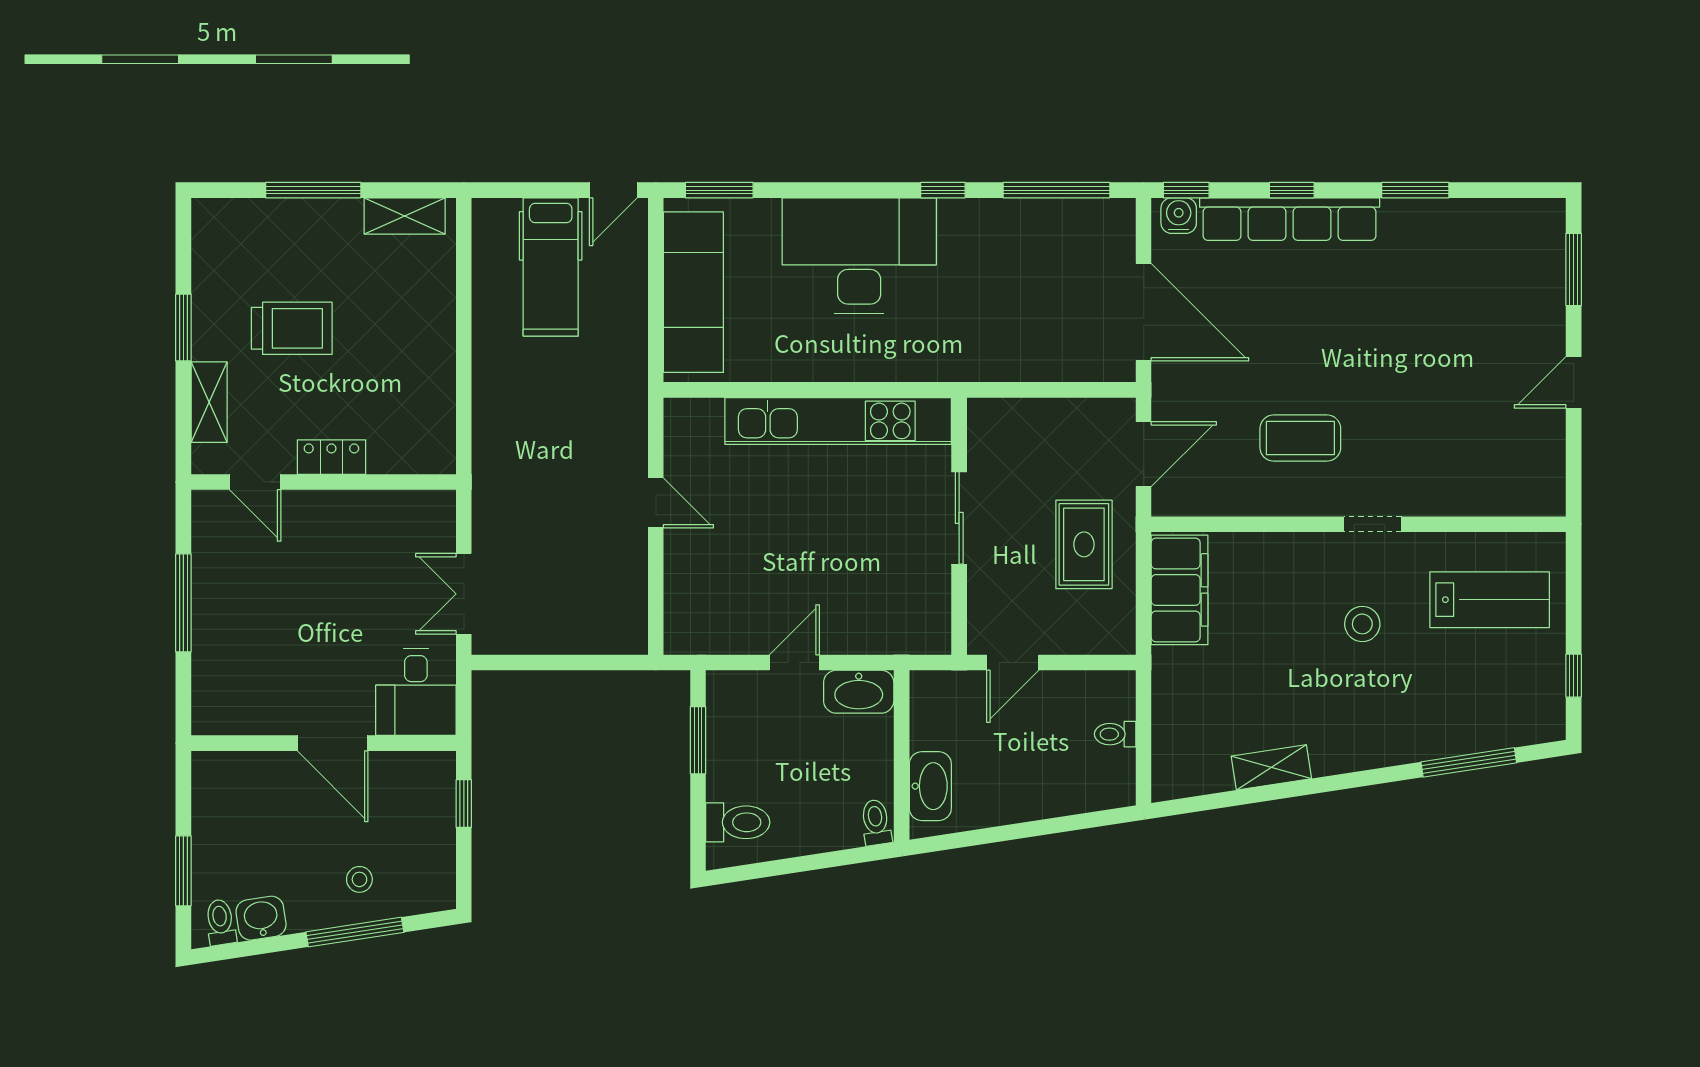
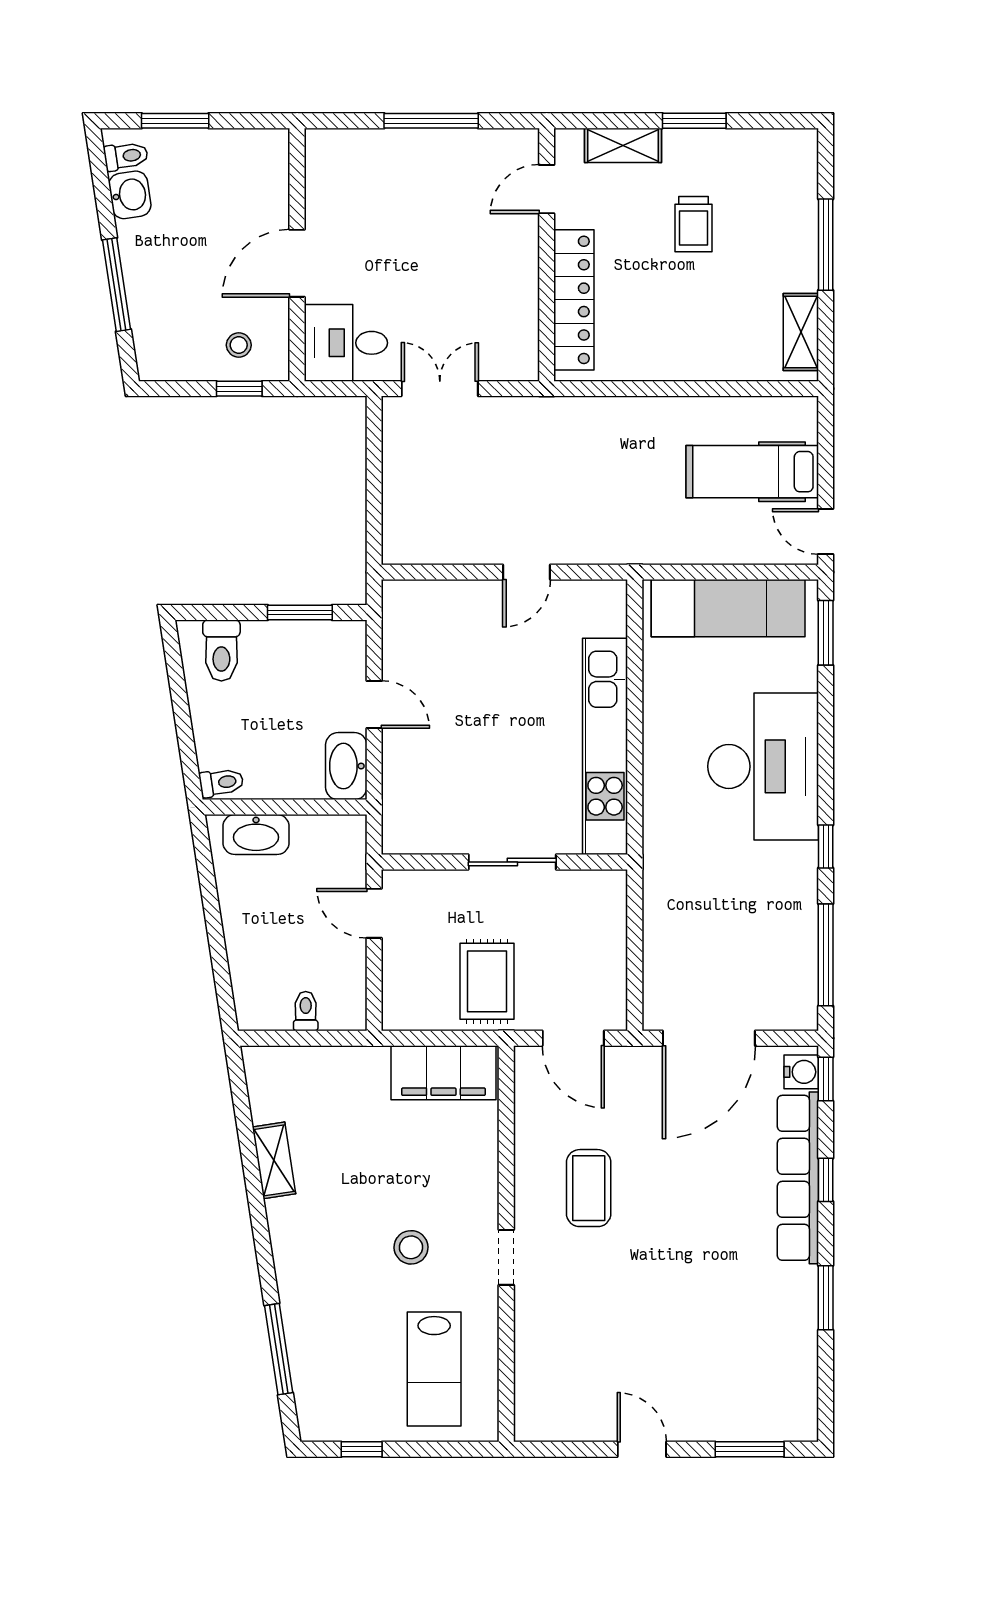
trolley: (292, 328) -> (693, 224), width x0.73, depth x0.72
locker: (331, 457) -> (574, 300), width x2.16, depth x1.21
rug: (1084, 544) -> (487, 981), turned 90
stool: (359, 879) -> (239, 345), moved

